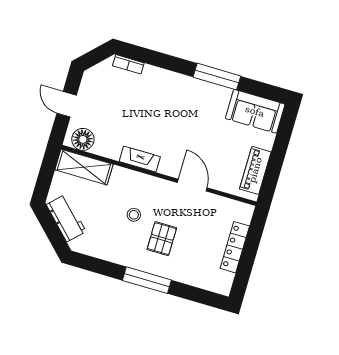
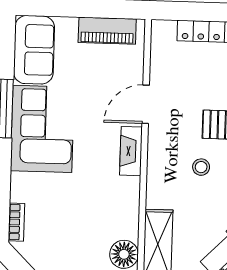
corner sofa: (194, 102) -> (42, 129), added
fireplace: (140, 159) -> (131, 151), moved

